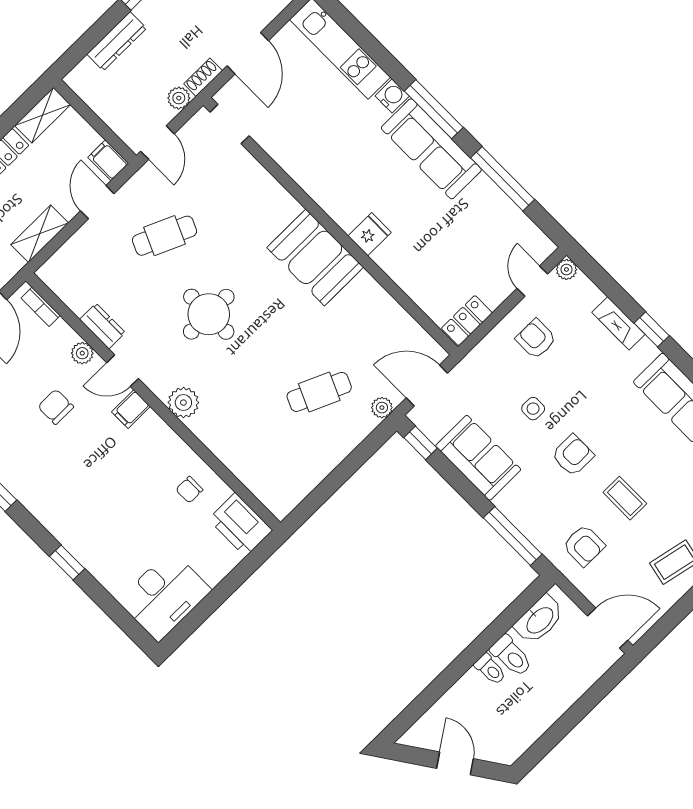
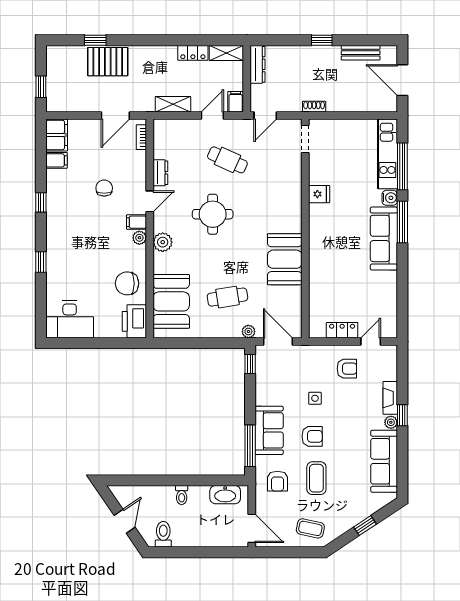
dresser: (117, 41) -> (257, 64), moved, turned -90
door: (248, 53) -> (344, 116), removed
plant: (179, 98) -> (294, 105), removed
window: (503, 179) -> (402, 166), moved
fridge: (370, 234) -> (319, 194), moved
booth: (315, 257) -> (285, 259), moved
plant: (566, 269) -> (391, 422), moved
locker: (467, 321) -> (342, 330), moved
armchair: (536, 339) -> (347, 369), turned 90
plant: (82, 353) -> (139, 238), moved
door: (123, 371) -> (150, 201), swing flipped
cafe table: (319, 392) -> (227, 297), turned -33
sofa: (478, 458) -> (269, 430), moved
booth: (260, 460) -> (171, 301), added
chair: (189, 490) -> (127, 283), width x1.87, depth x1.87
coffee table: (625, 498) -> (316, 478), width x1.36, depth x1.30
toilet: (511, 656) -> (163, 534), moved, turned 180

